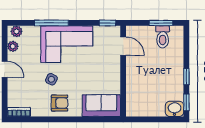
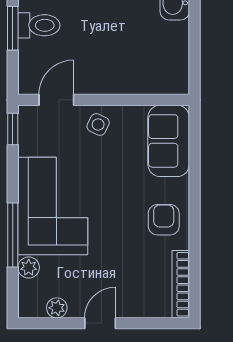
plant: (17, 31) -> (29, 268), moved
side table: (51, 79) -> (98, 125), moved
bookcase: (19, 112) -> (181, 284), width x1.56

